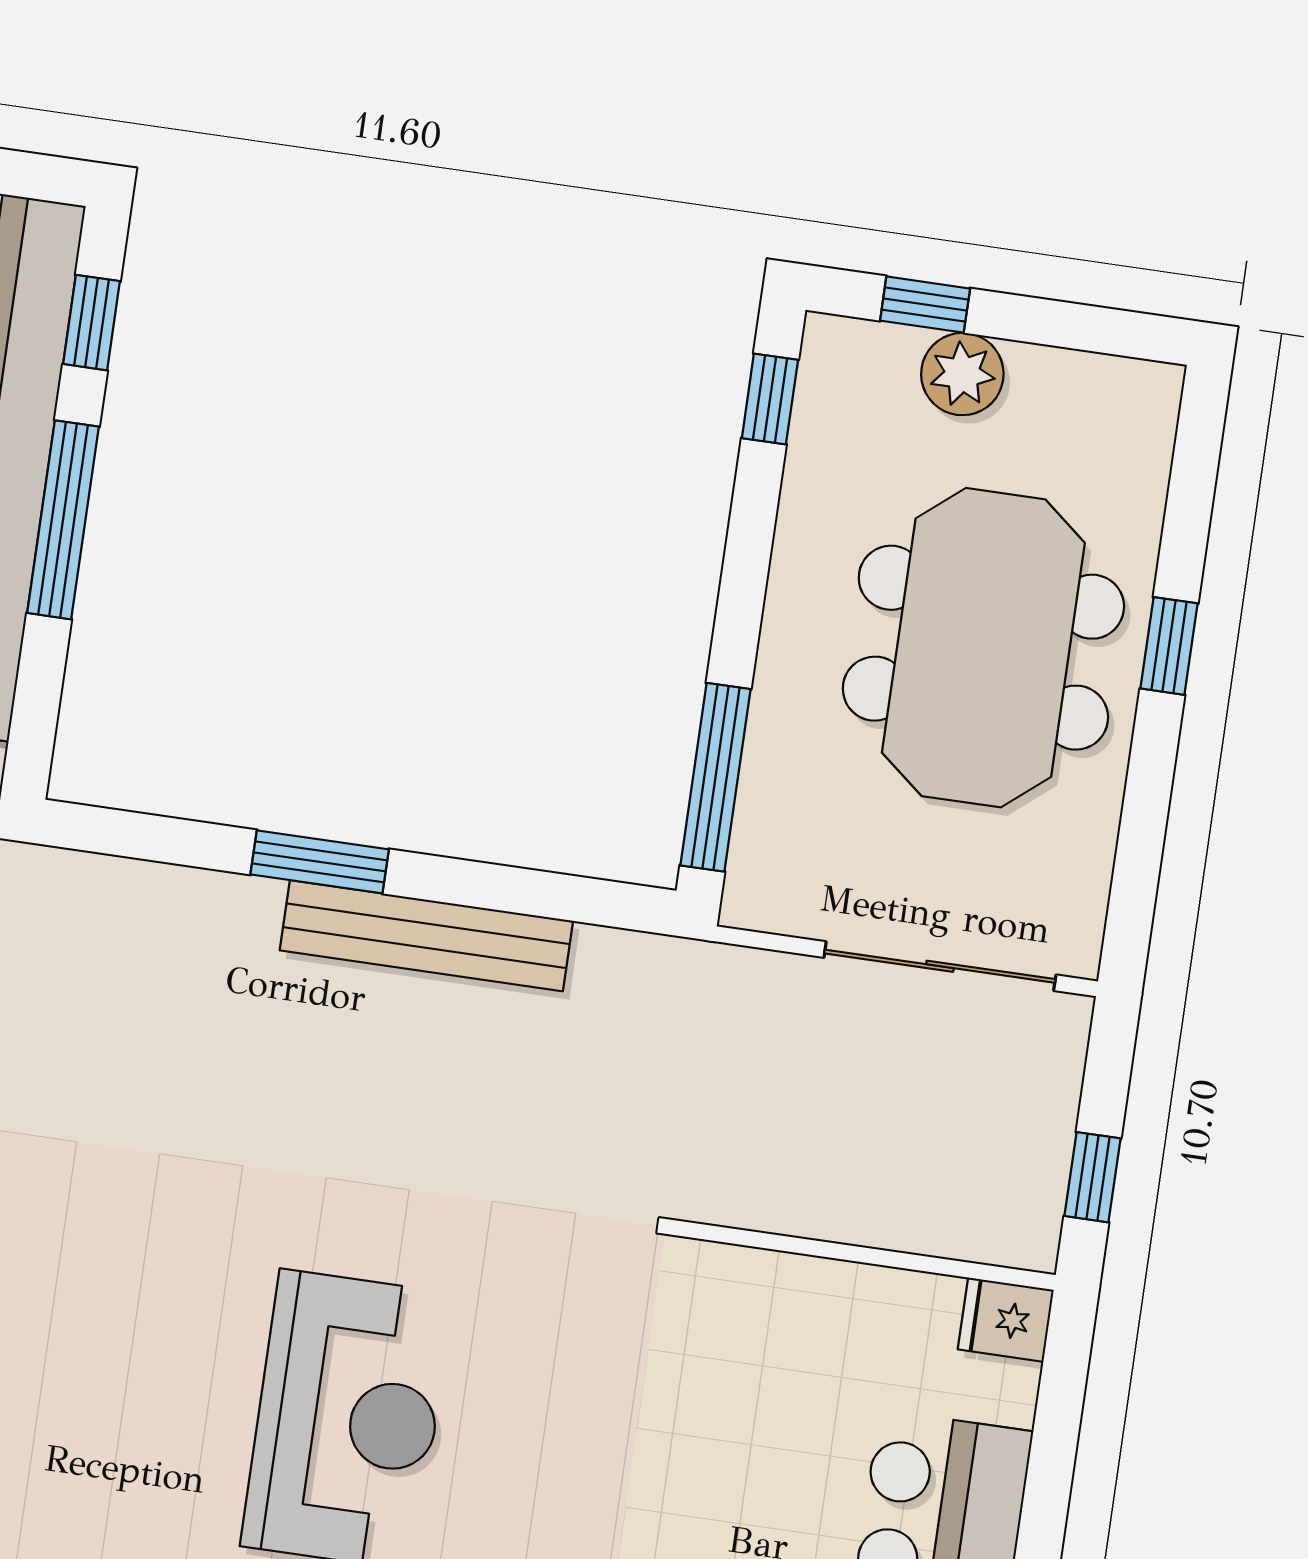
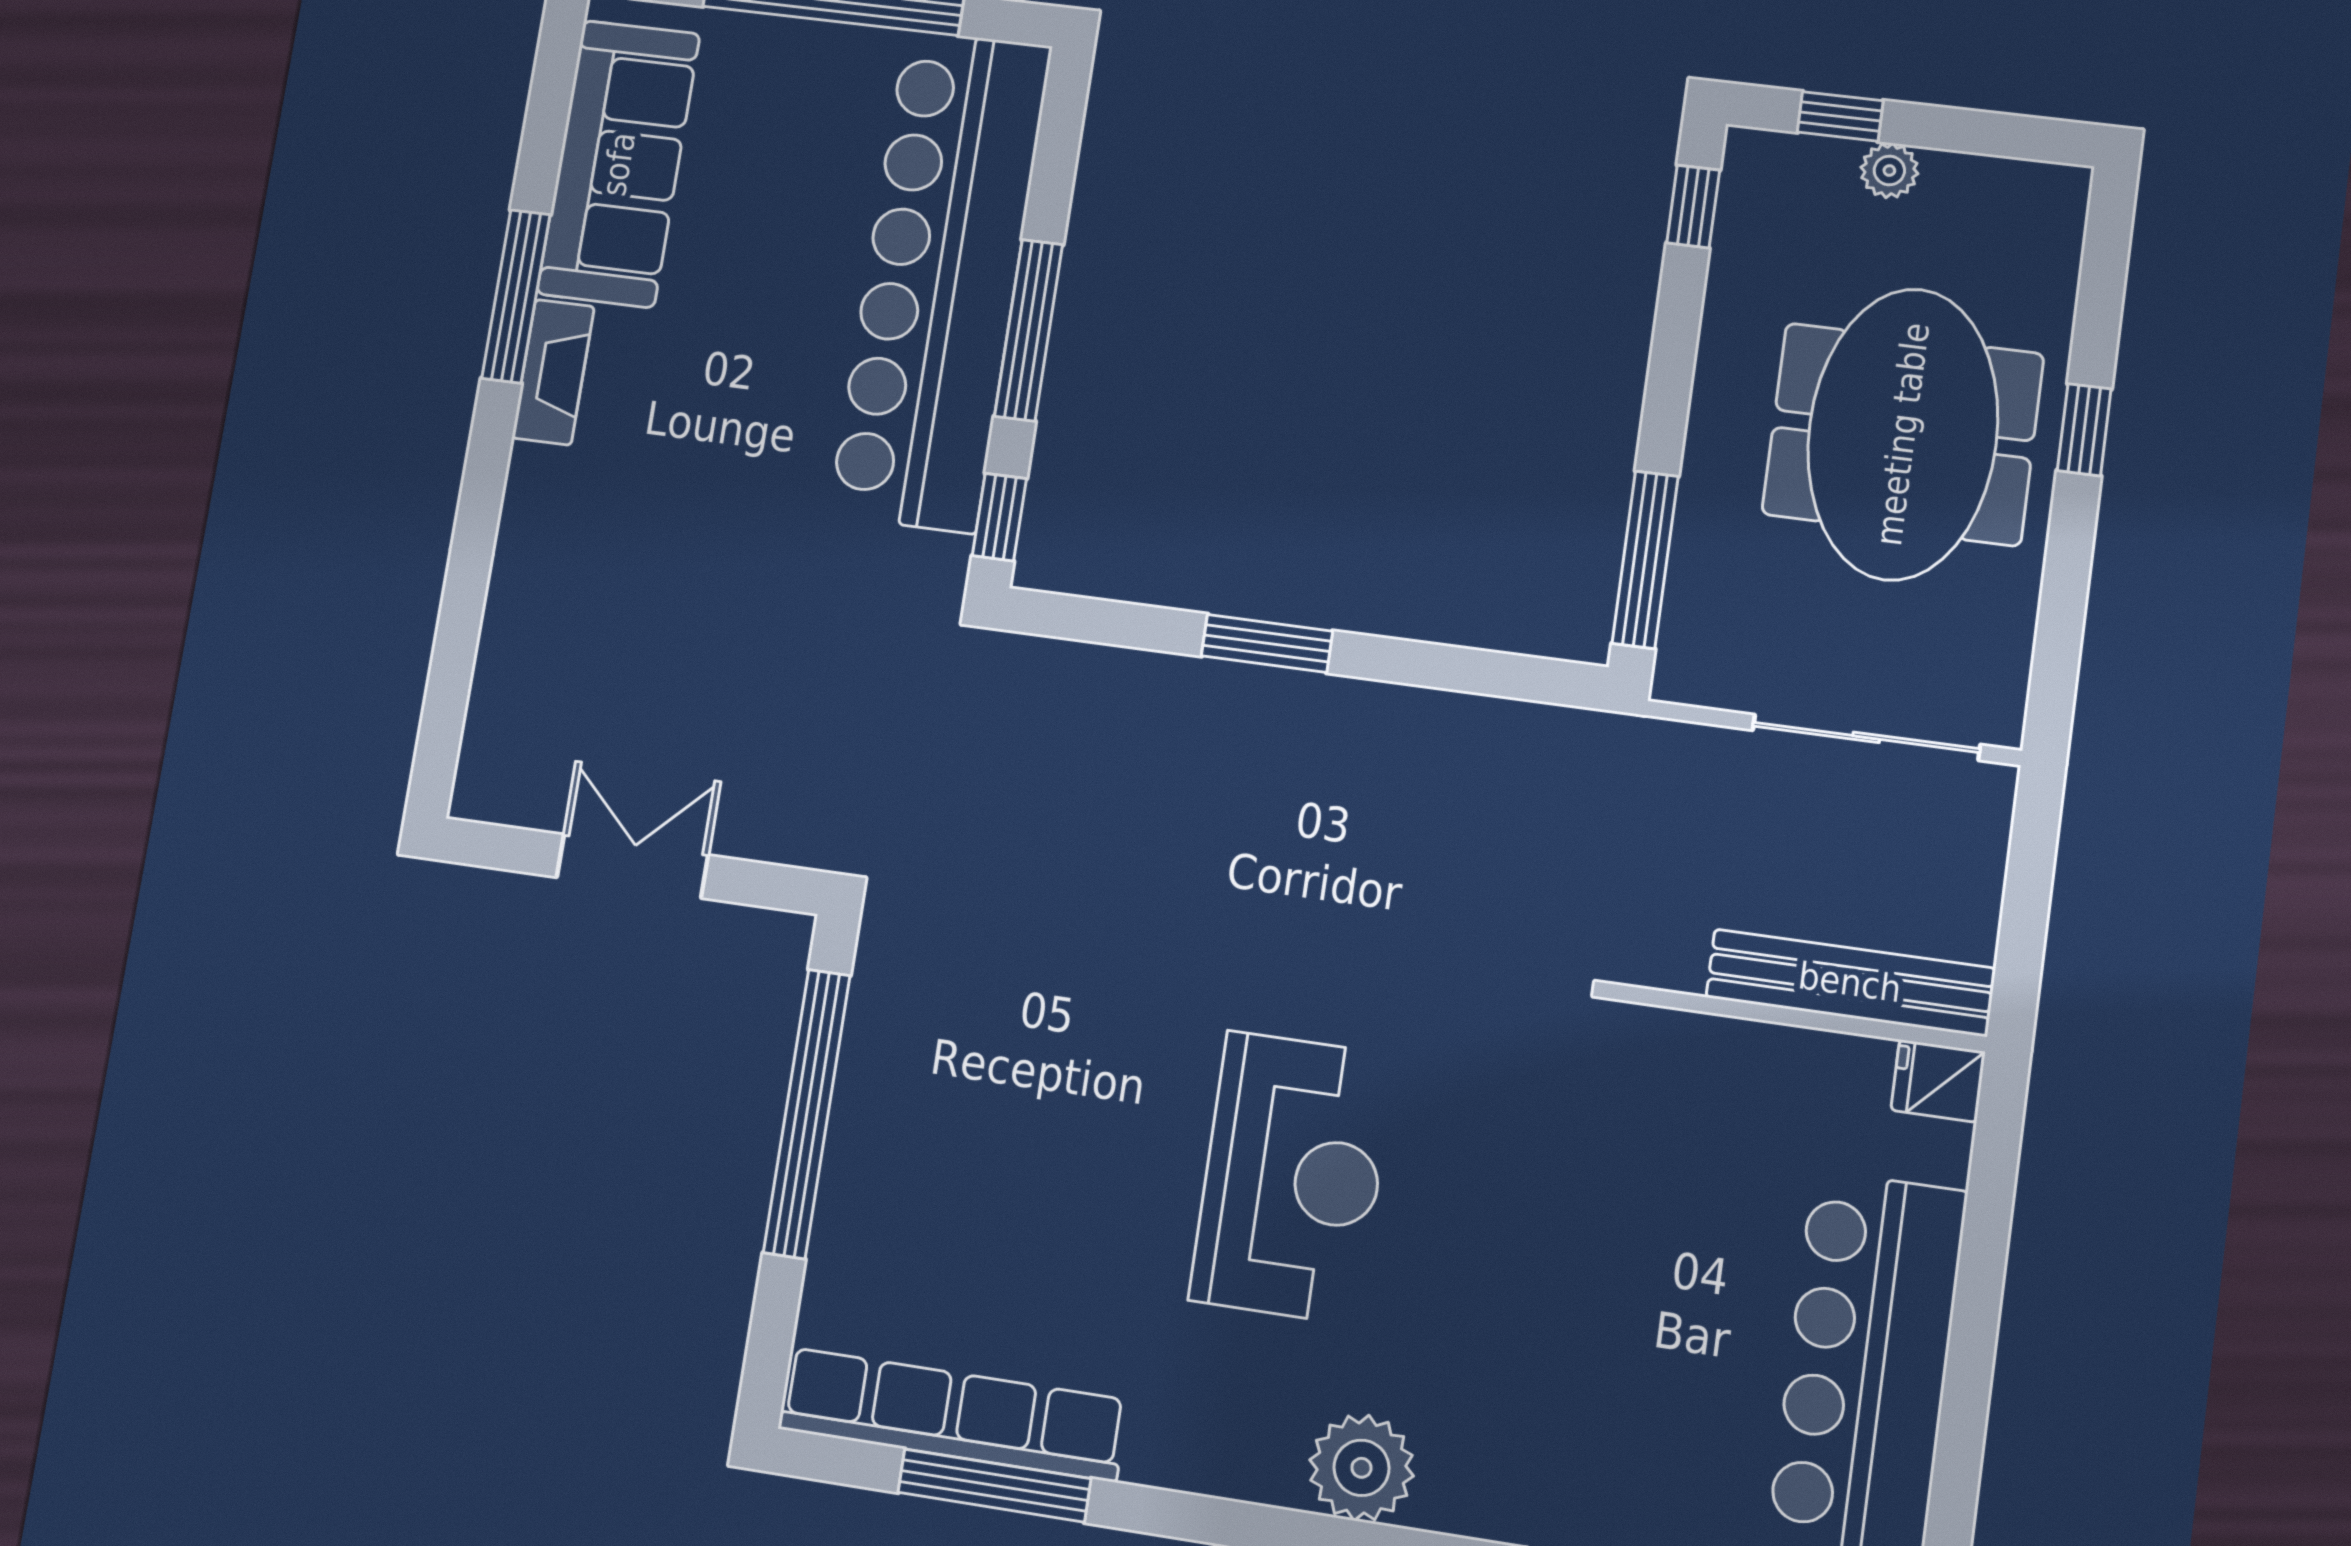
window: (91, 323) -> (999, 517), moved
plant: (962, 374) -> (1889, 170), width x0.73, depth x0.73
bench: (426, 936) -> (1850, 983), moved
window: (1092, 1177) -> (2021, 941), removed

